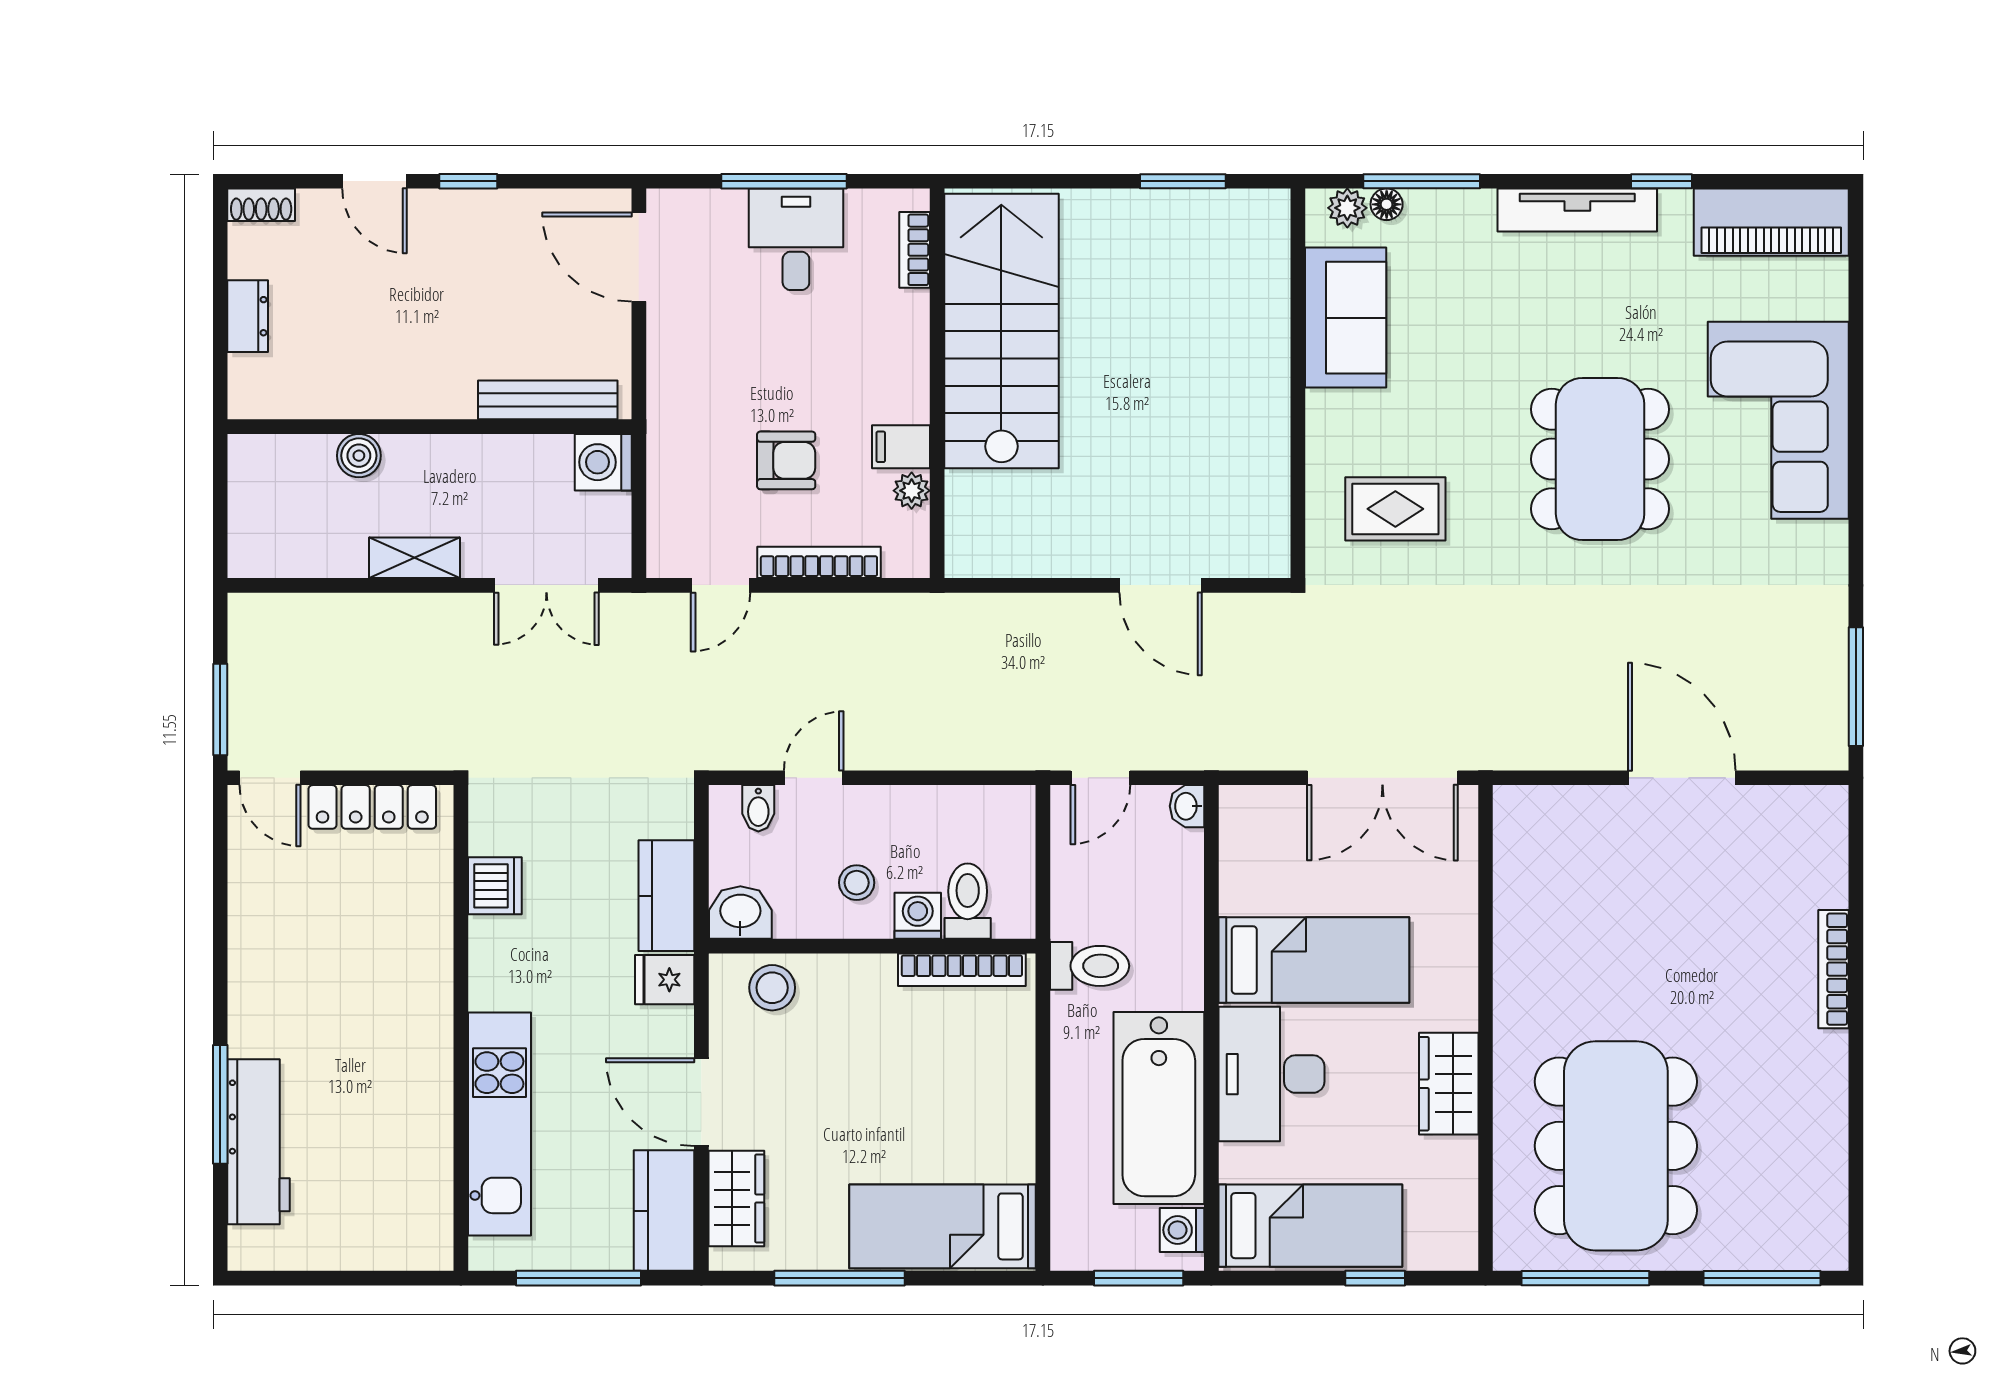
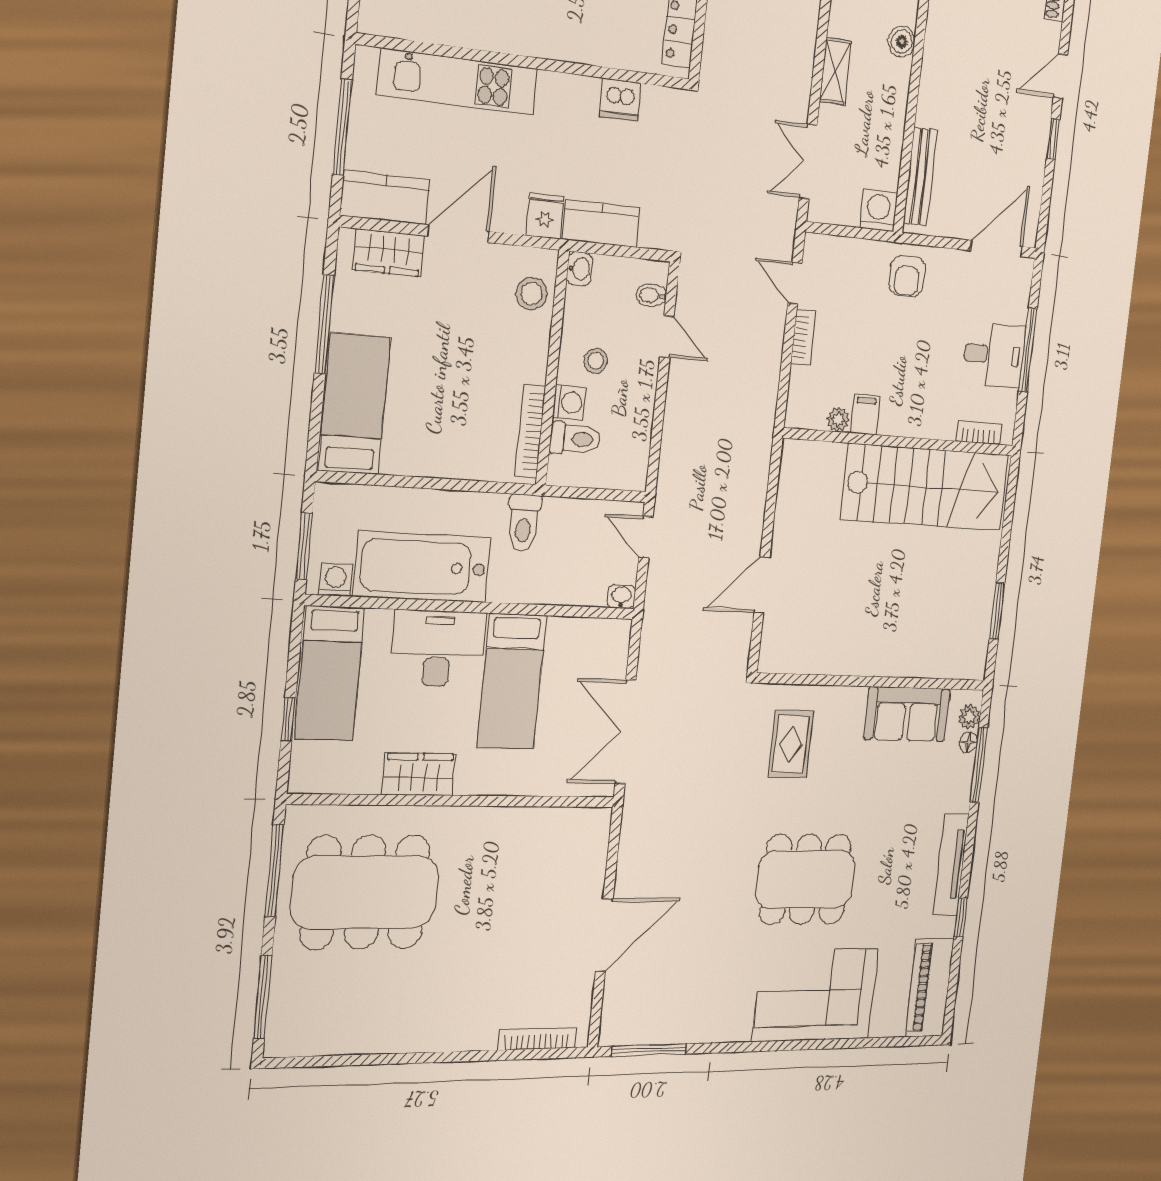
armchair: (786, 460) -> (907, 276), moved
bookcase: (819, 562) -> (803, 337), width x0.64
washbasin: (740, 912) -> (580, 269), width x0.72, depth x0.69
bookcase: (1834, 969) -> (537, 1039), moved

